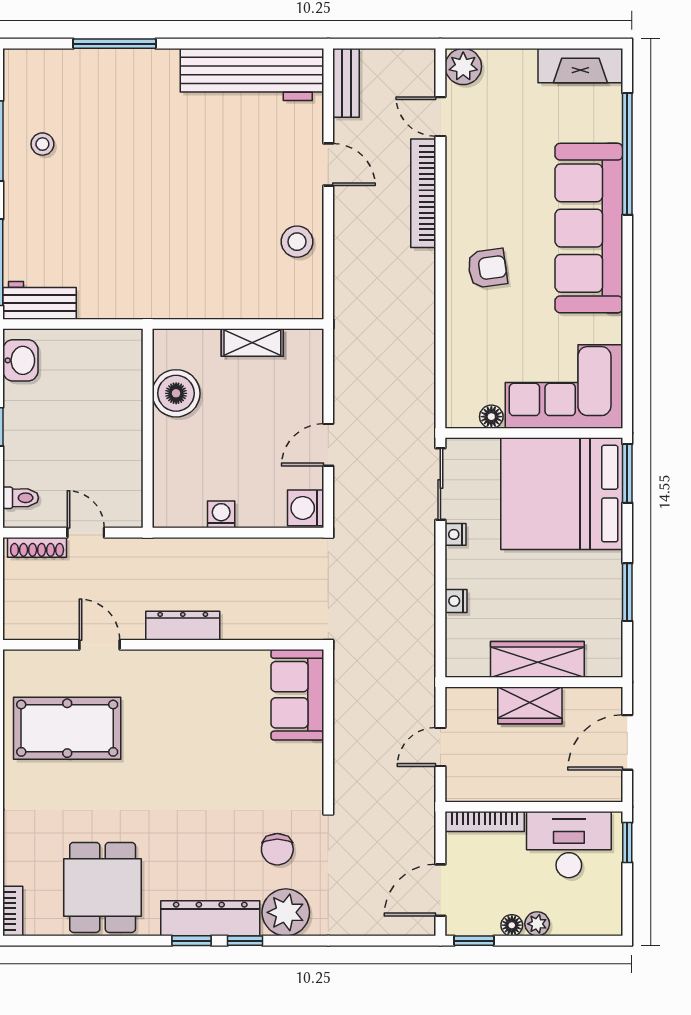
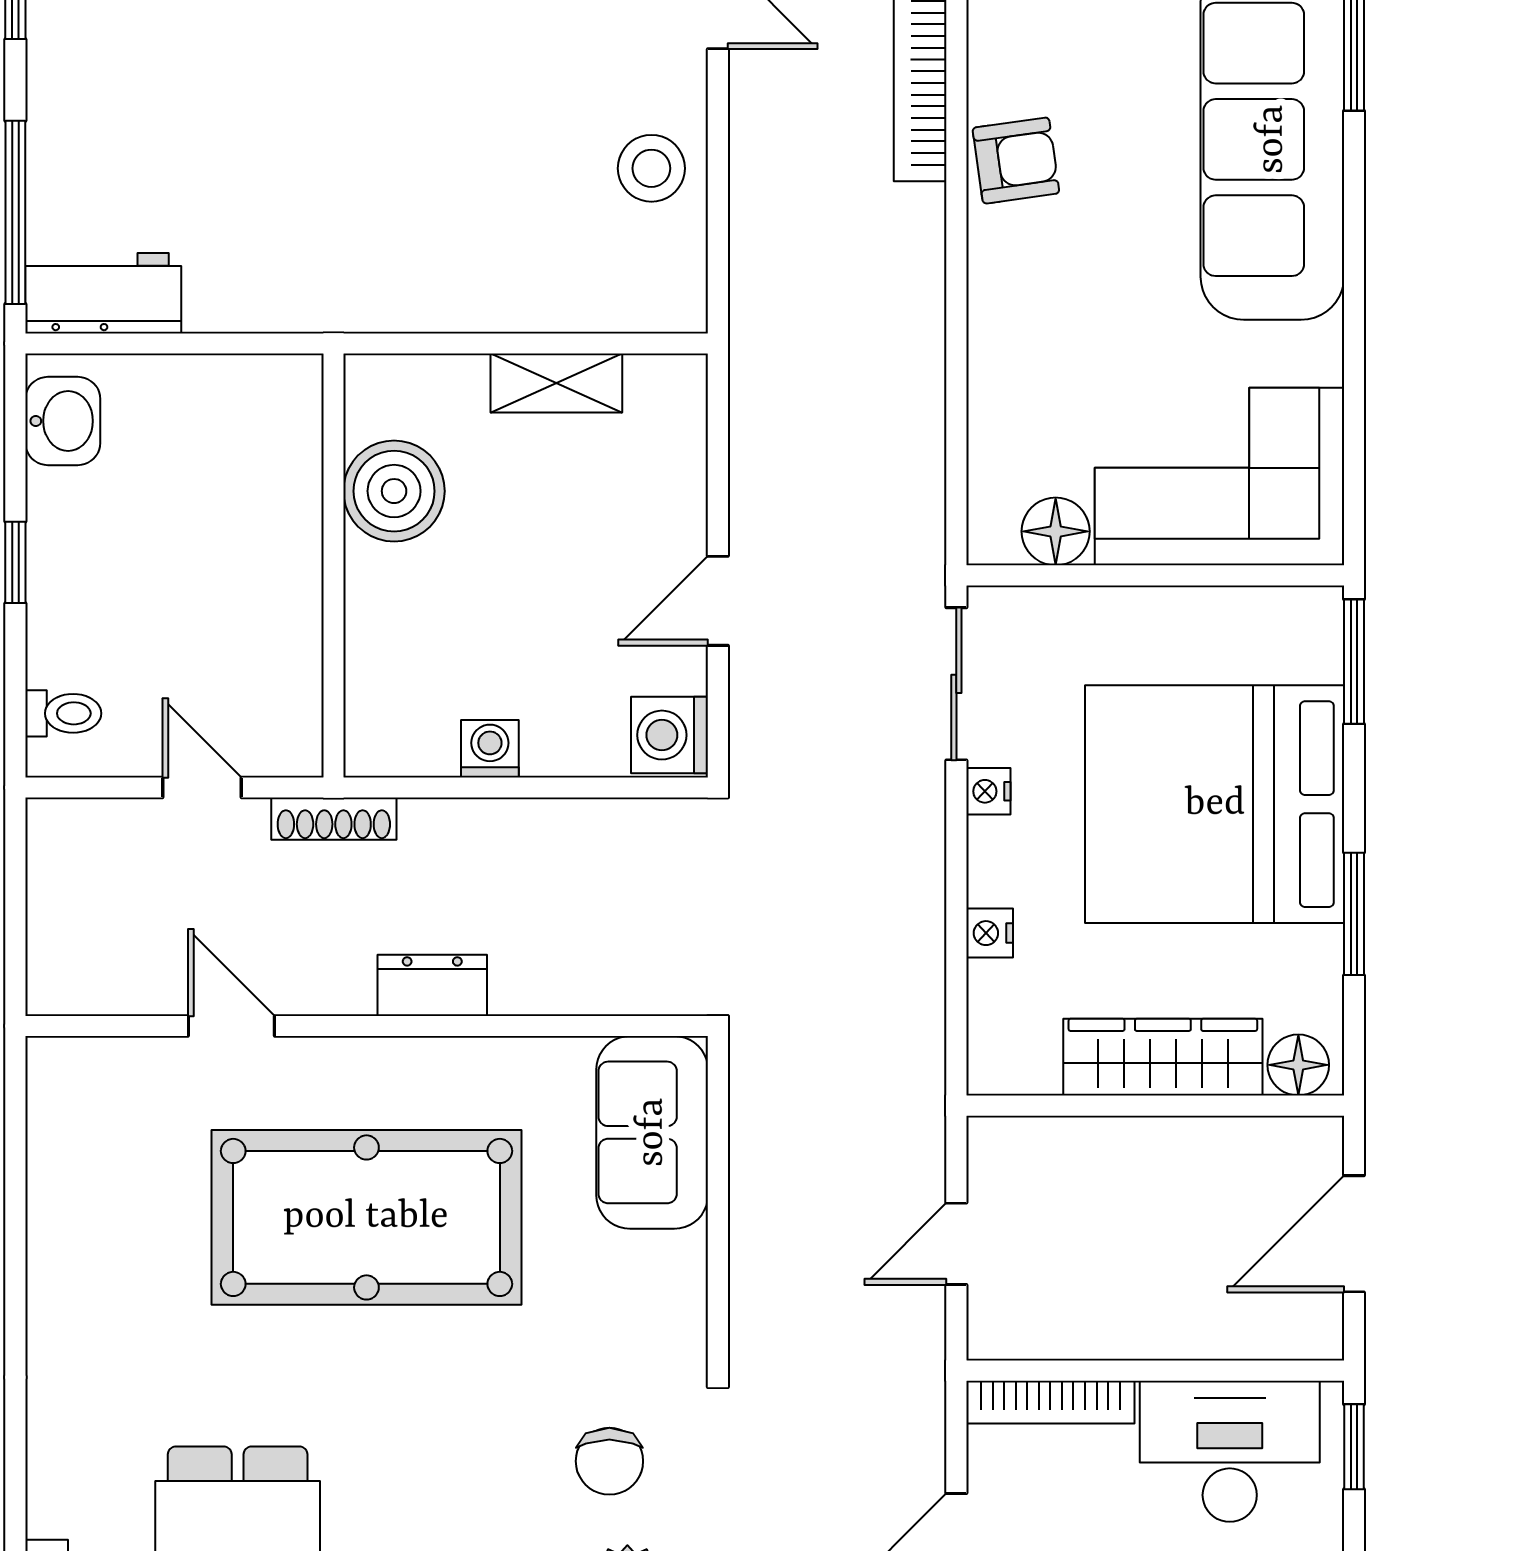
armchair: (487, 268) -> (1016, 161), moved
floor lamp: (491, 417) -> (1056, 531), width x1.37, depth x1.37
bed: (562, 494) -> (1215, 804), moved
shoe rack: (37, 547) -> (334, 819), moved
dresser: (183, 626) -> (432, 985), width x0.70
floor lamp: (601, 663) -> (1298, 1065), added
wardrobe: (530, 705) -> (1147, 1155), removed
pool table: (67, 728) -> (366, 1217), moved, width x1.36, depth x1.32

